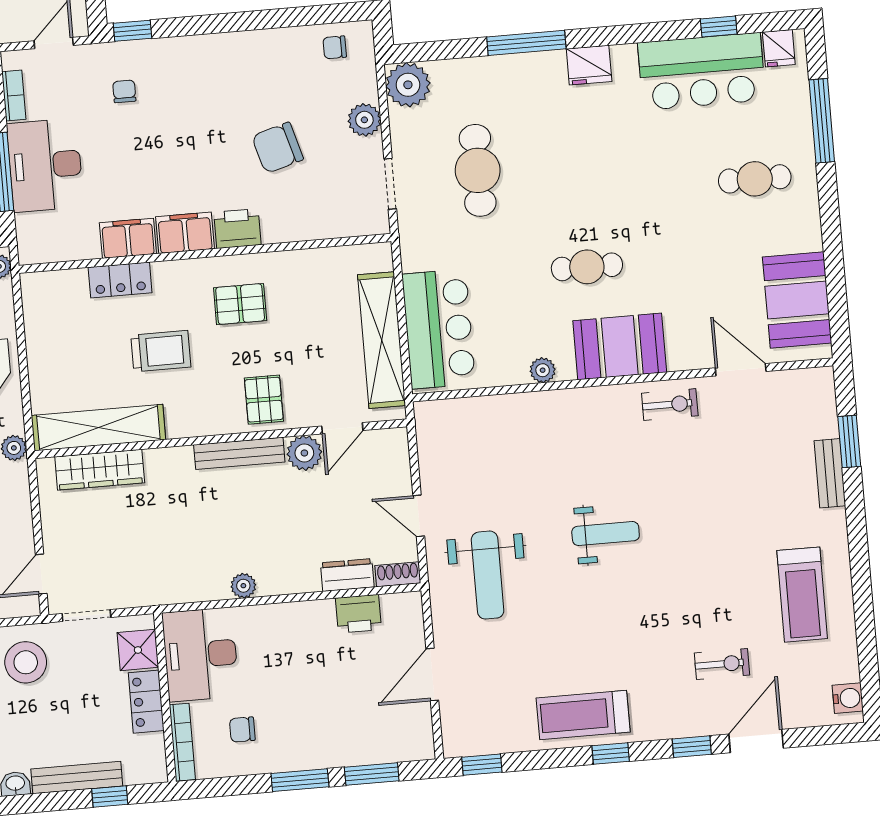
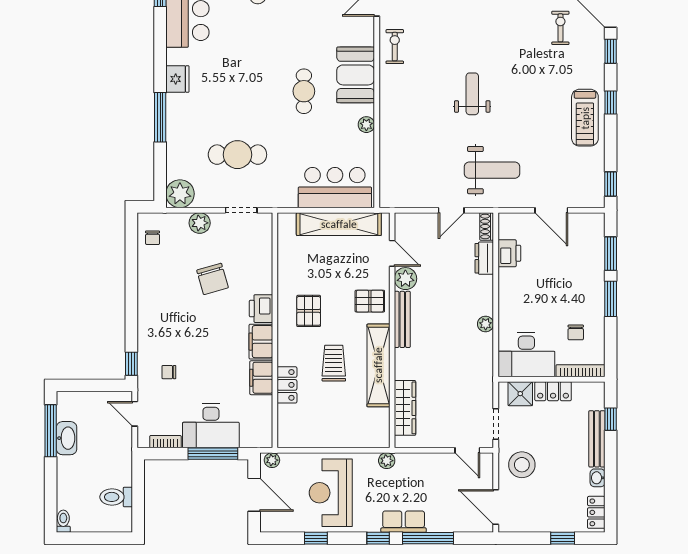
shelving: (98, 428) -> (378, 365), moved

